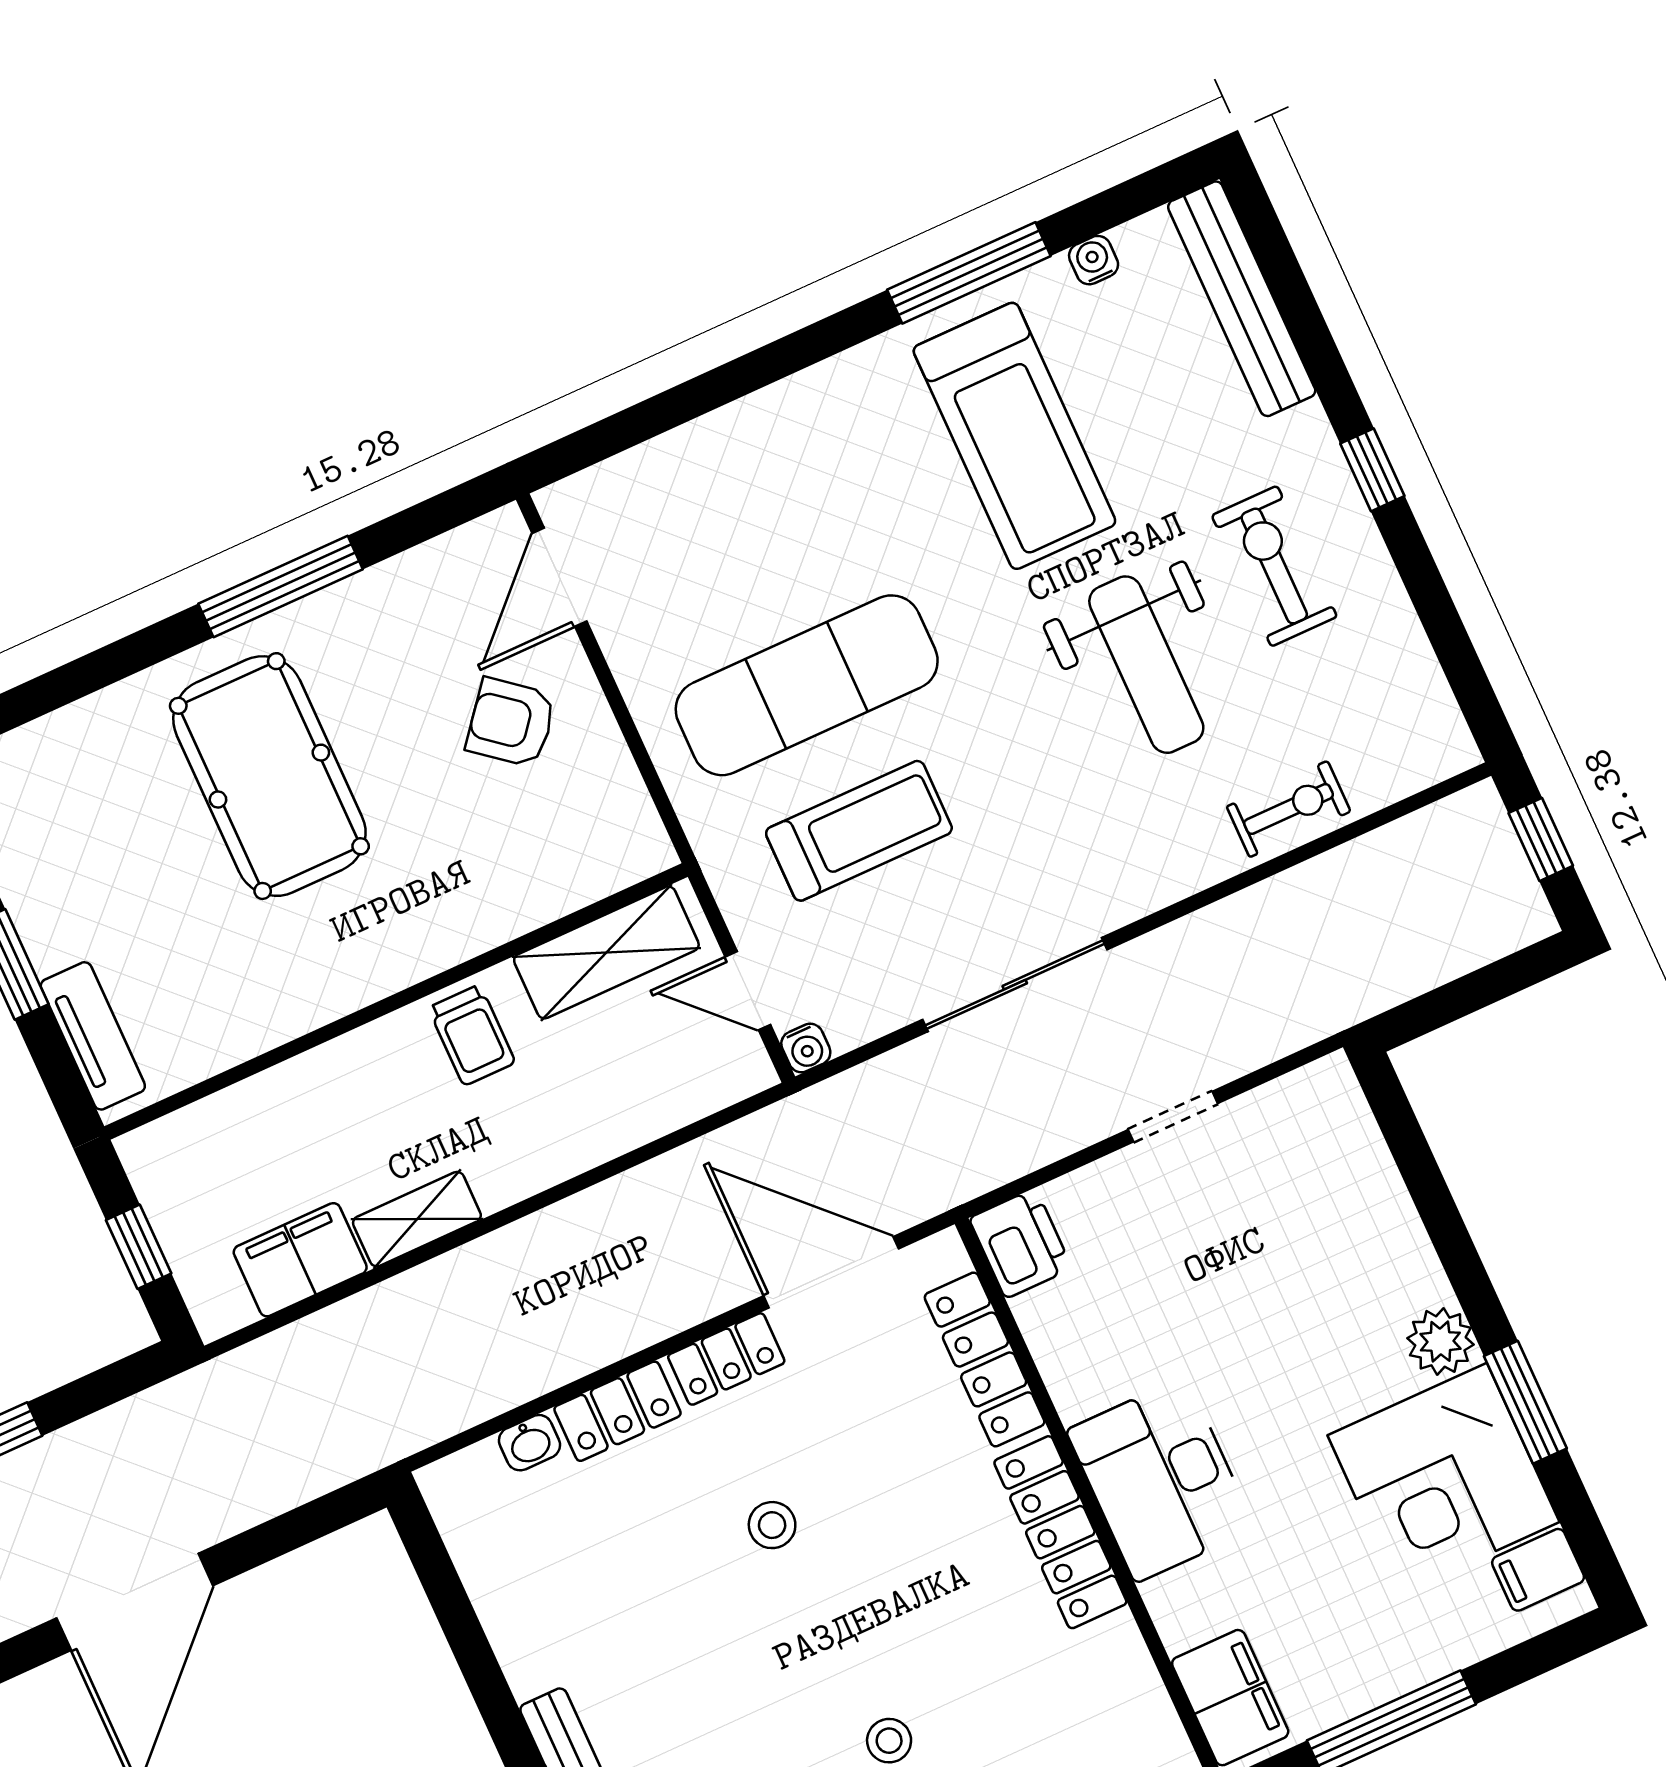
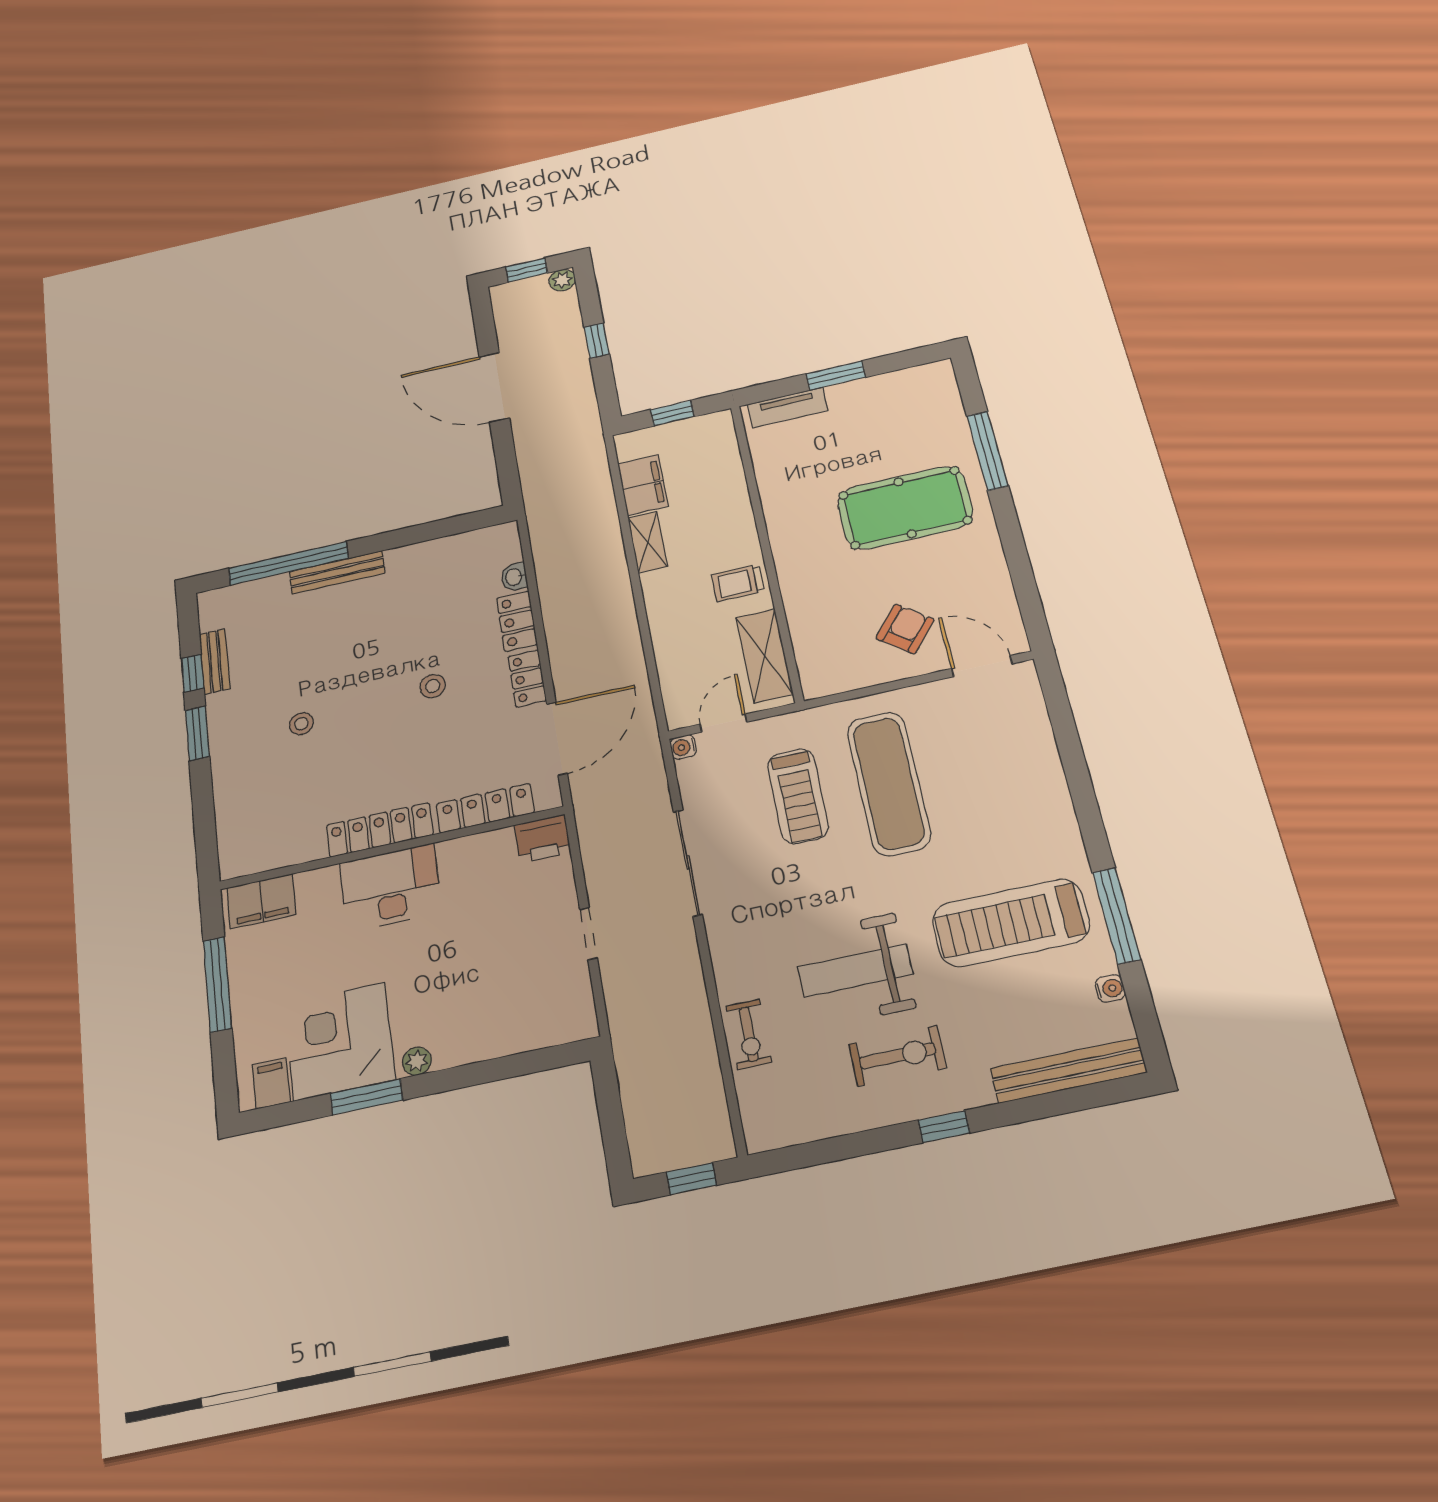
window: (281, 587) -> (987, 451), moved
plant: (1440, 1341) -> (417, 1061), width x0.73, depth x0.73

